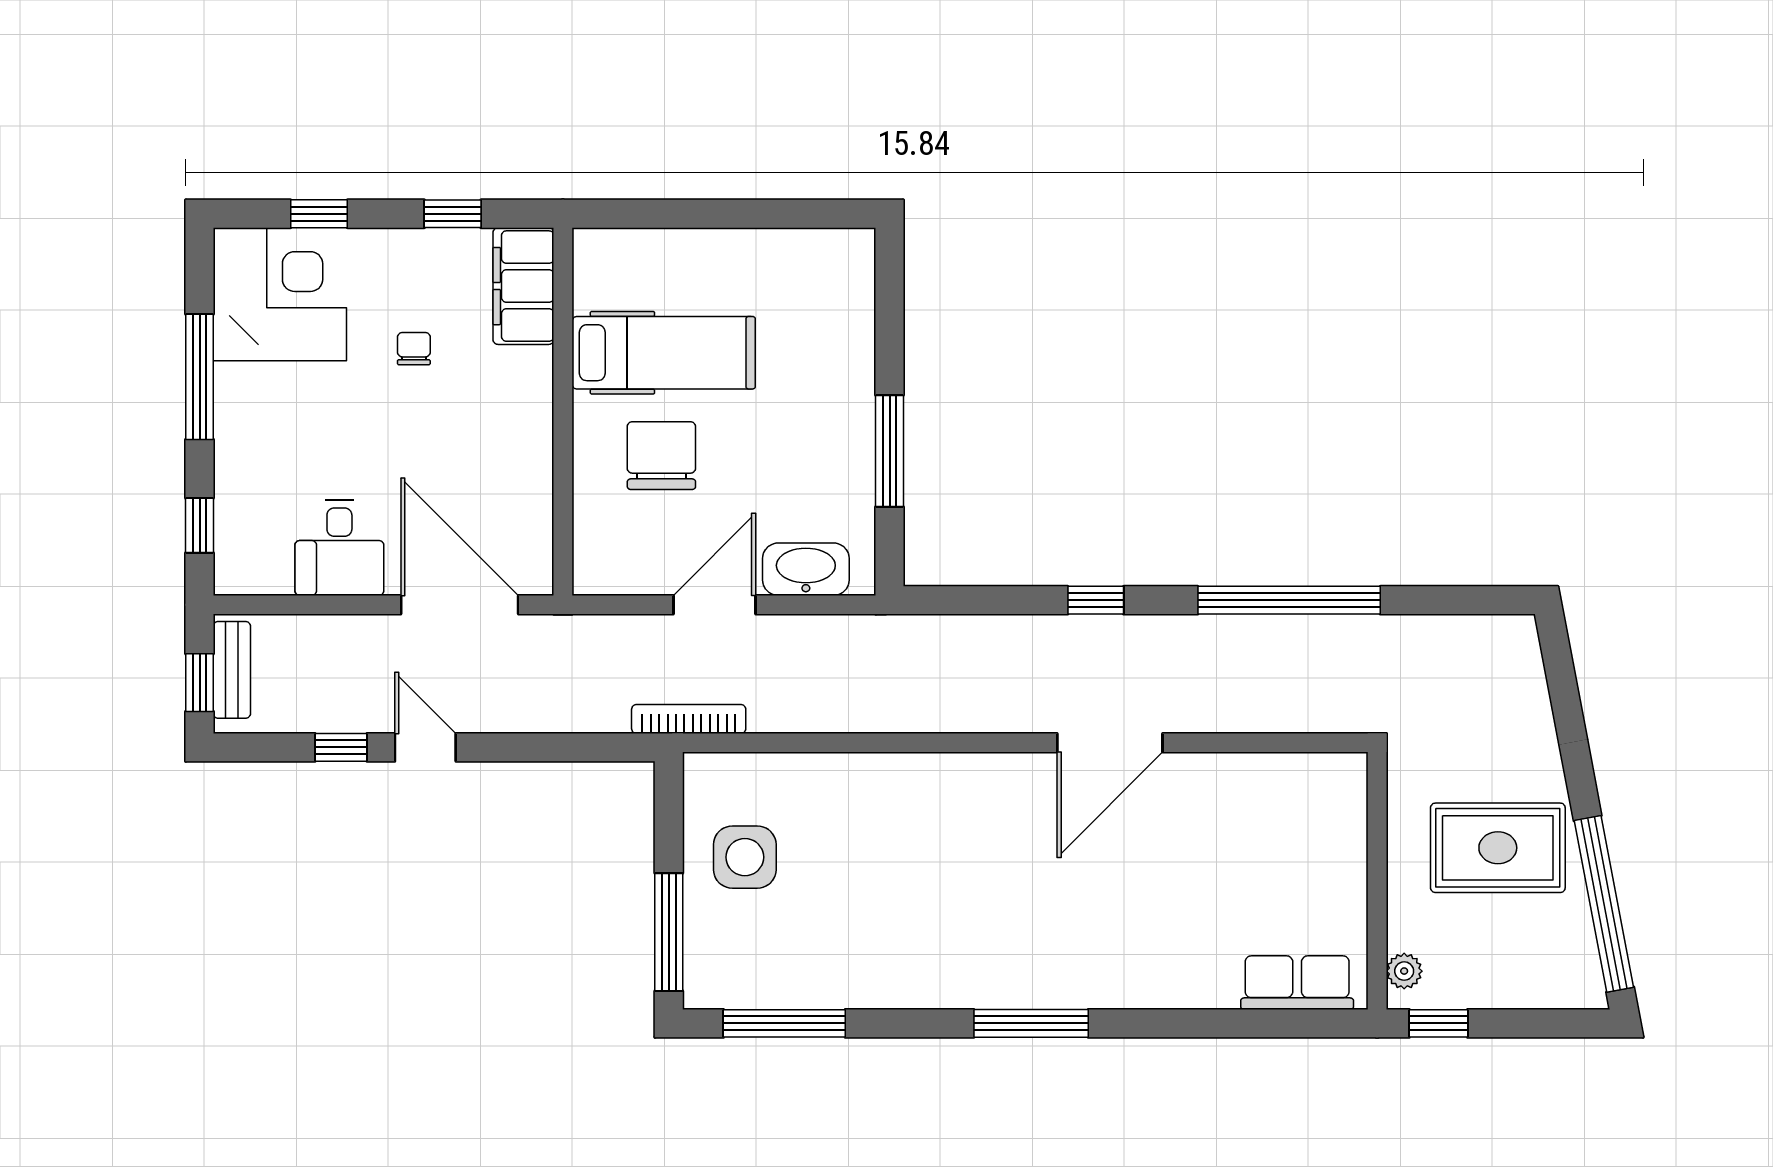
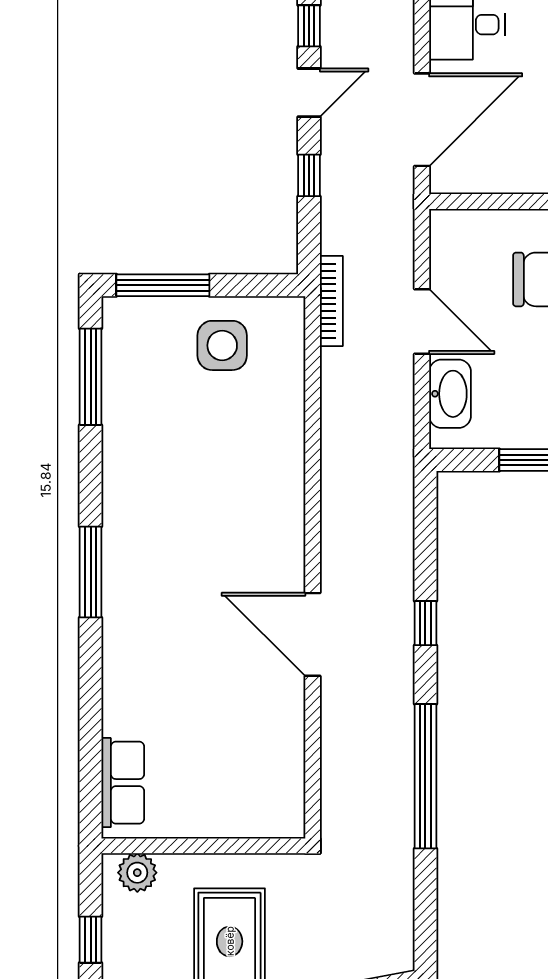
window: (530, 747) -> (309, 175), added
plant: (1404, 971) -> (137, 873), width x1.38, depth x1.38
window: (1438, 1023) -> (91, 940), moved

